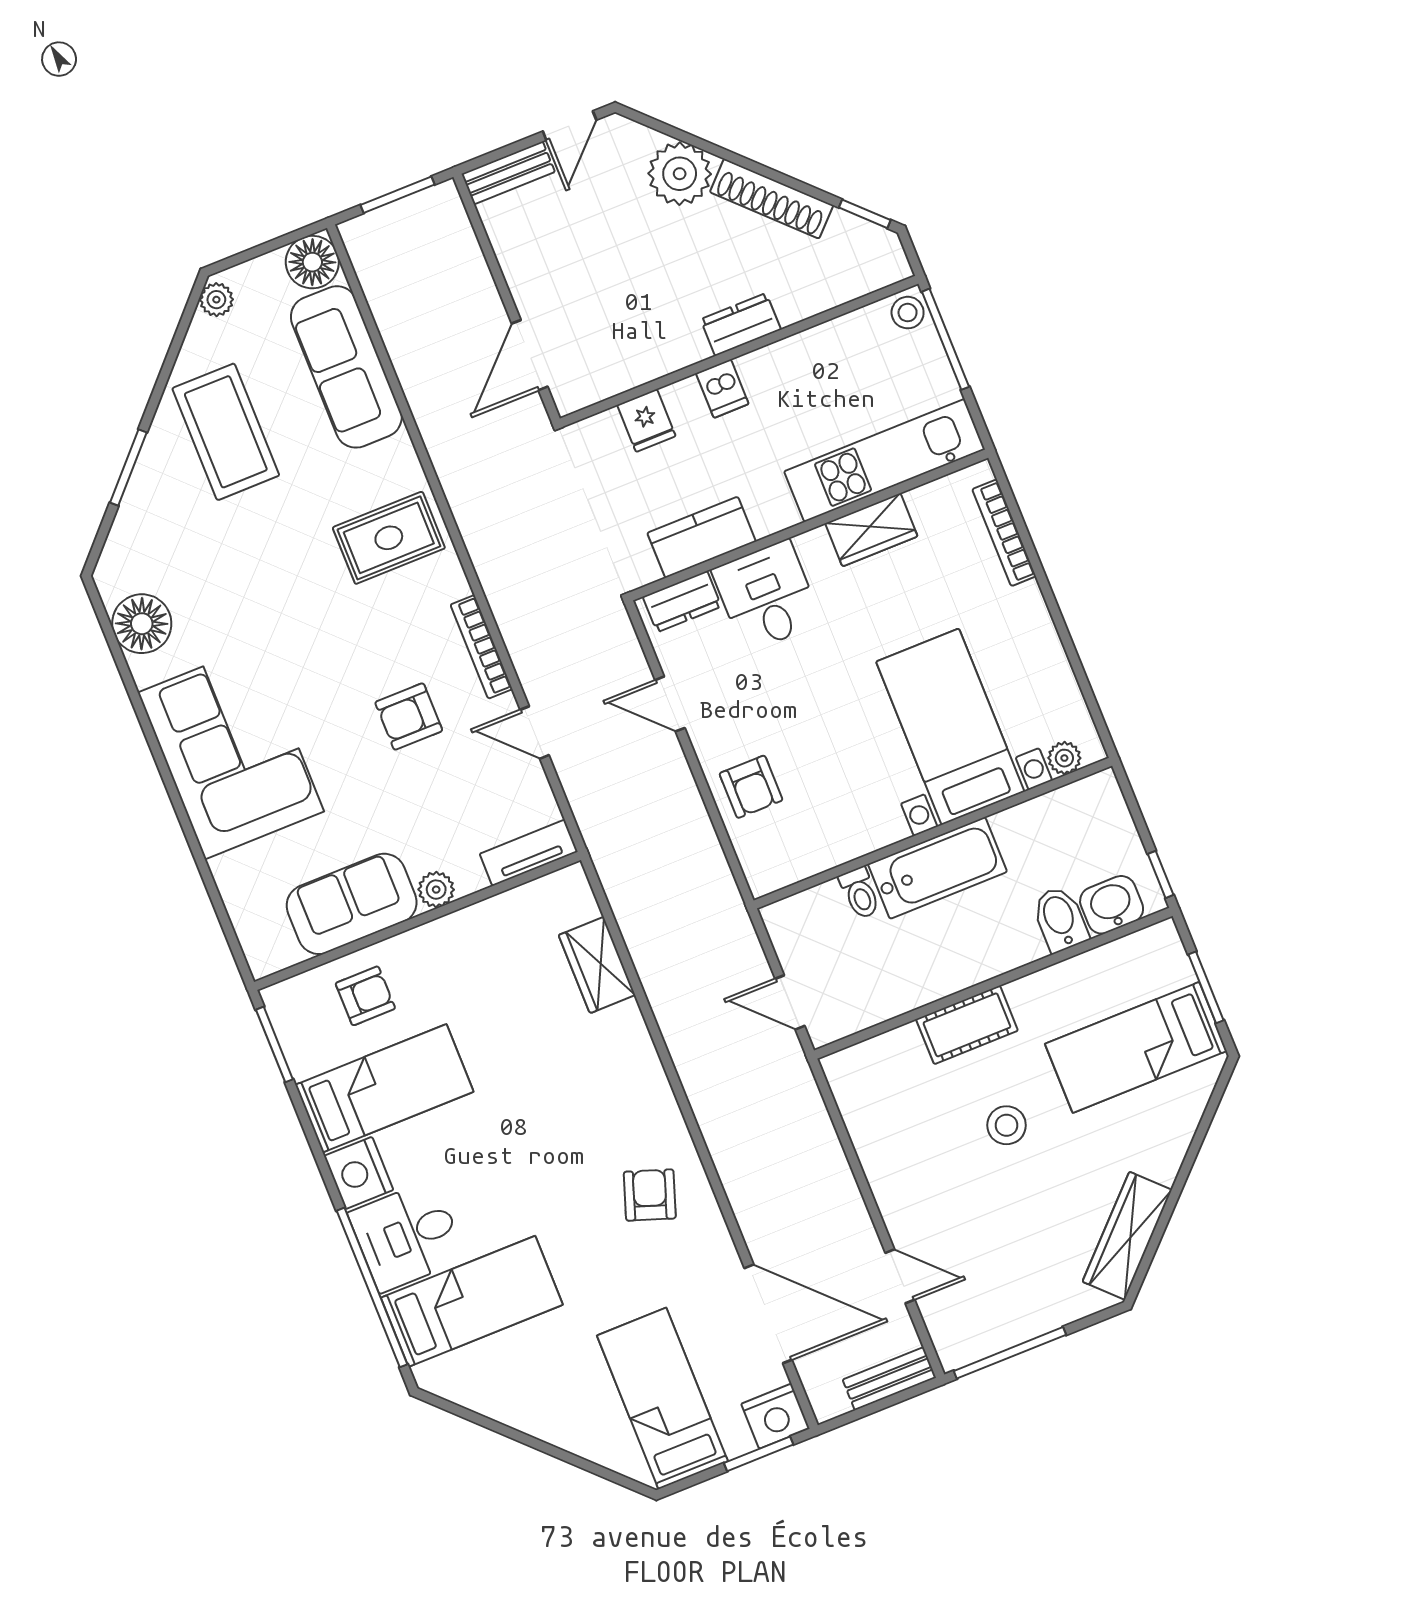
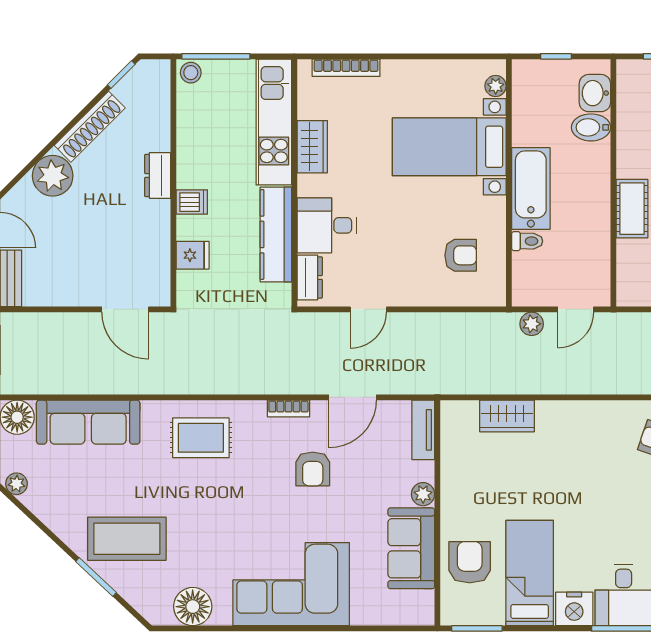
coffee table: (226, 432) -> (127, 539), moved
kitchen counter: (702, 537) -> (276, 234), width x1.50
rug: (389, 538) -> (201, 438), turned 90
bookcase: (481, 647) -> (288, 409), width x0.64
door: (534, 732) -> (353, 397), width x1.38
armchair: (751, 787) -> (461, 255), moved
window: (1161, 874) -> (556, 56), moved
plant: (744, 947) -> (532, 324), added
armchair: (365, 996) -> (470, 562), width x1.38, depth x1.38

